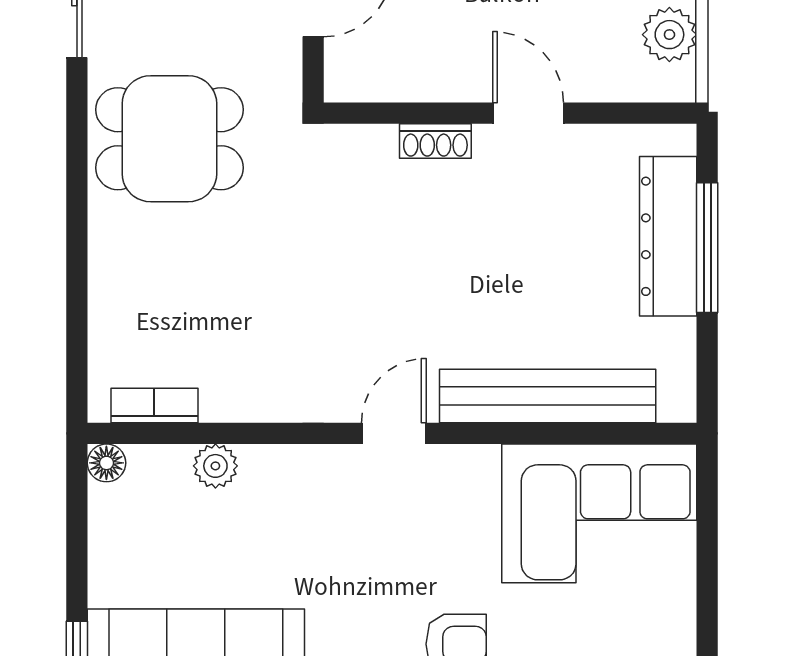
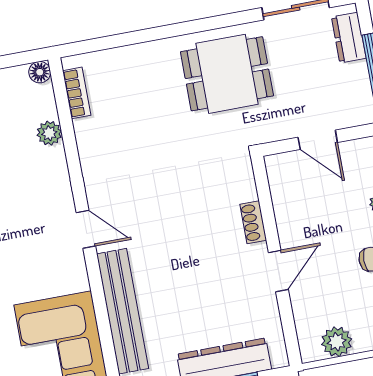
dining table: (169, 139) -> (227, 74), turned 90

